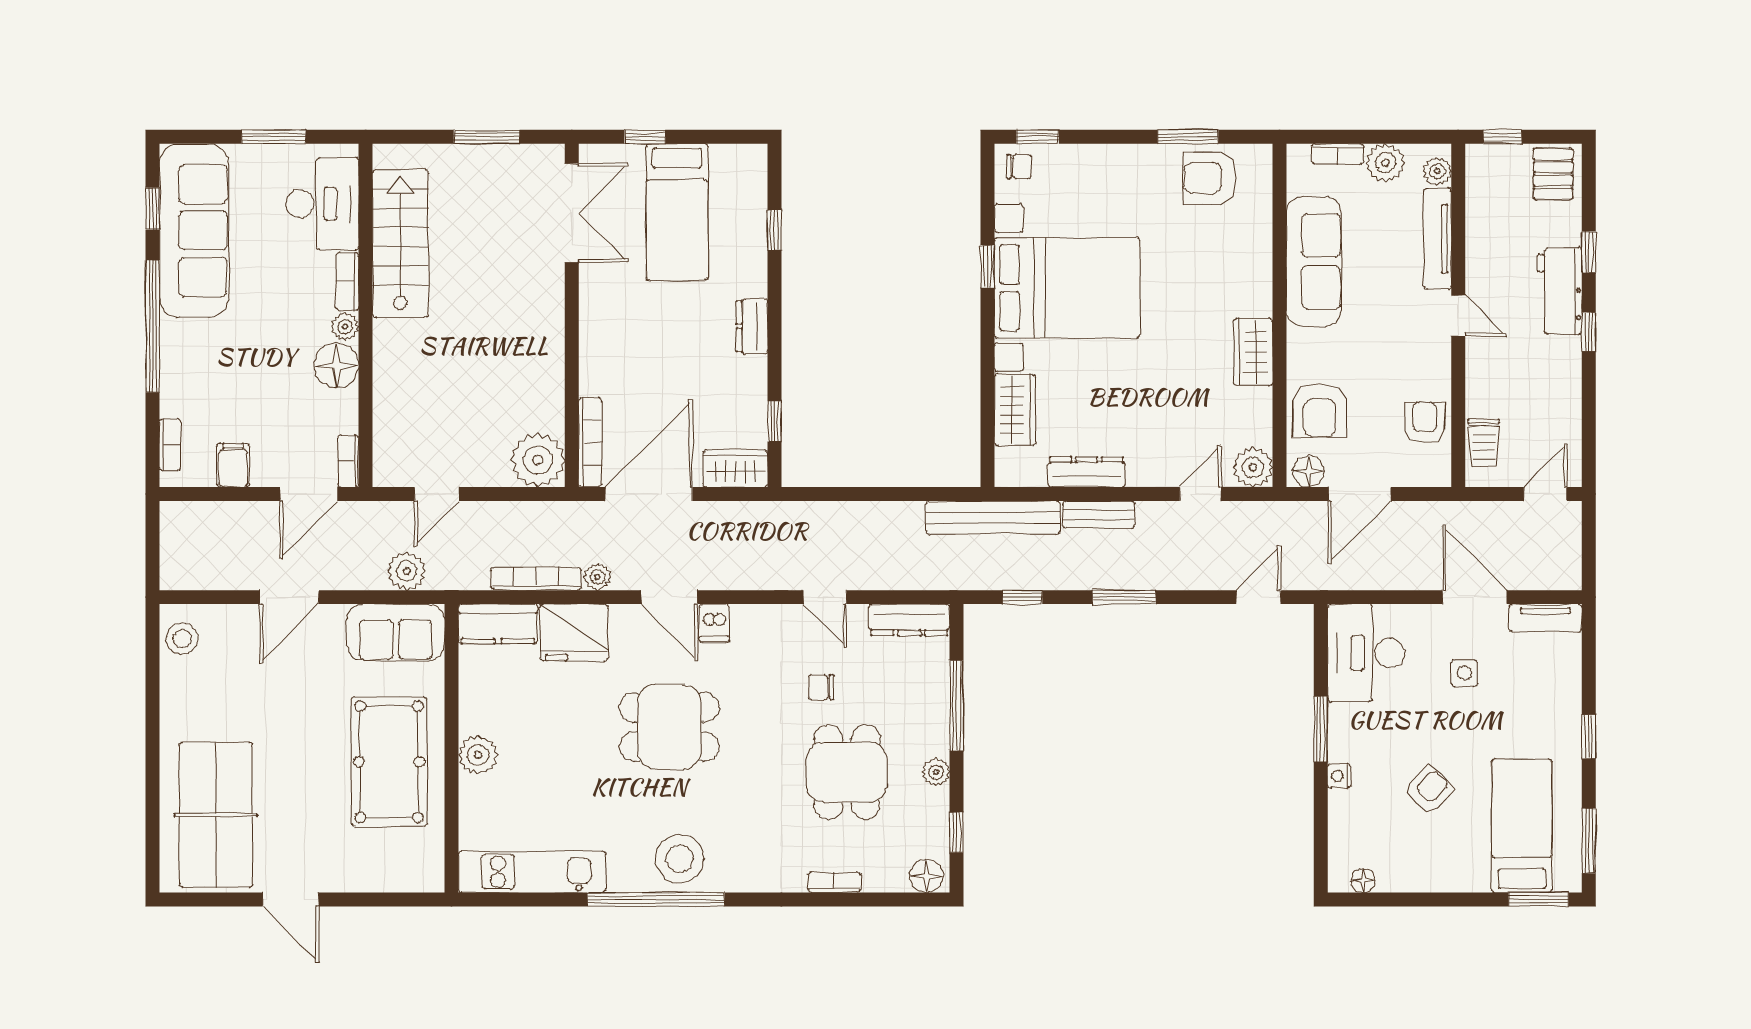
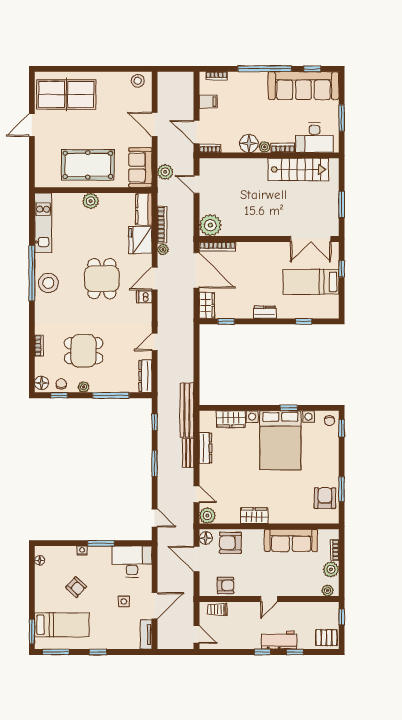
tv unit: (1438, 239) -> (300, 591), removed
chair: (821, 688) -> (61, 384), moved

